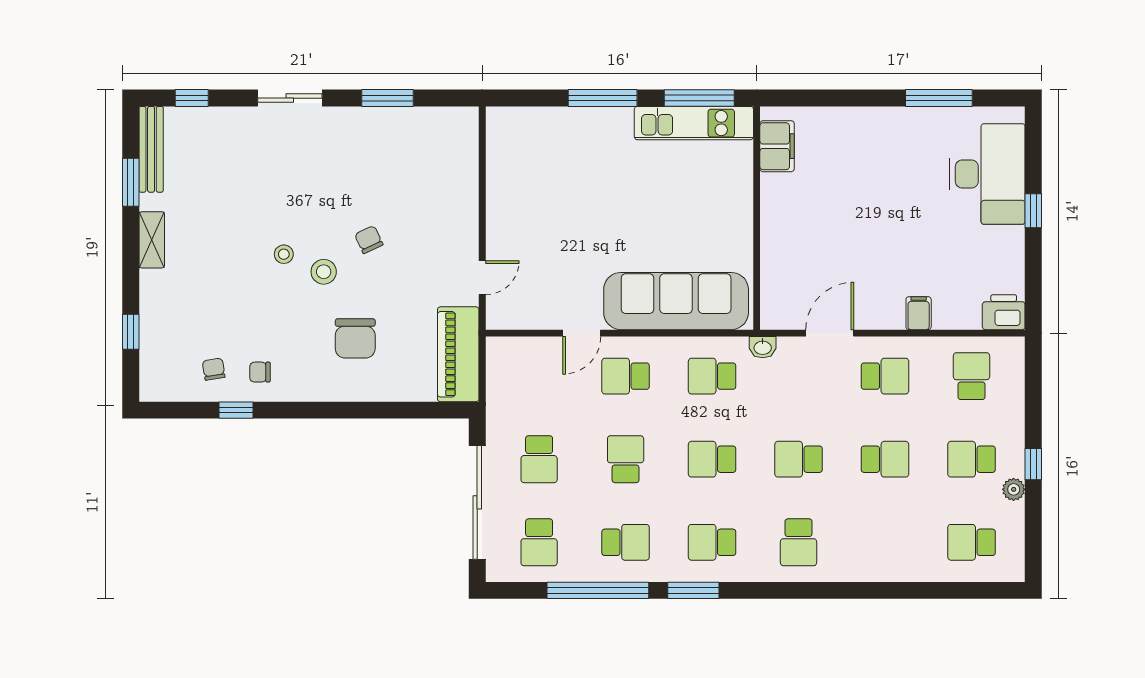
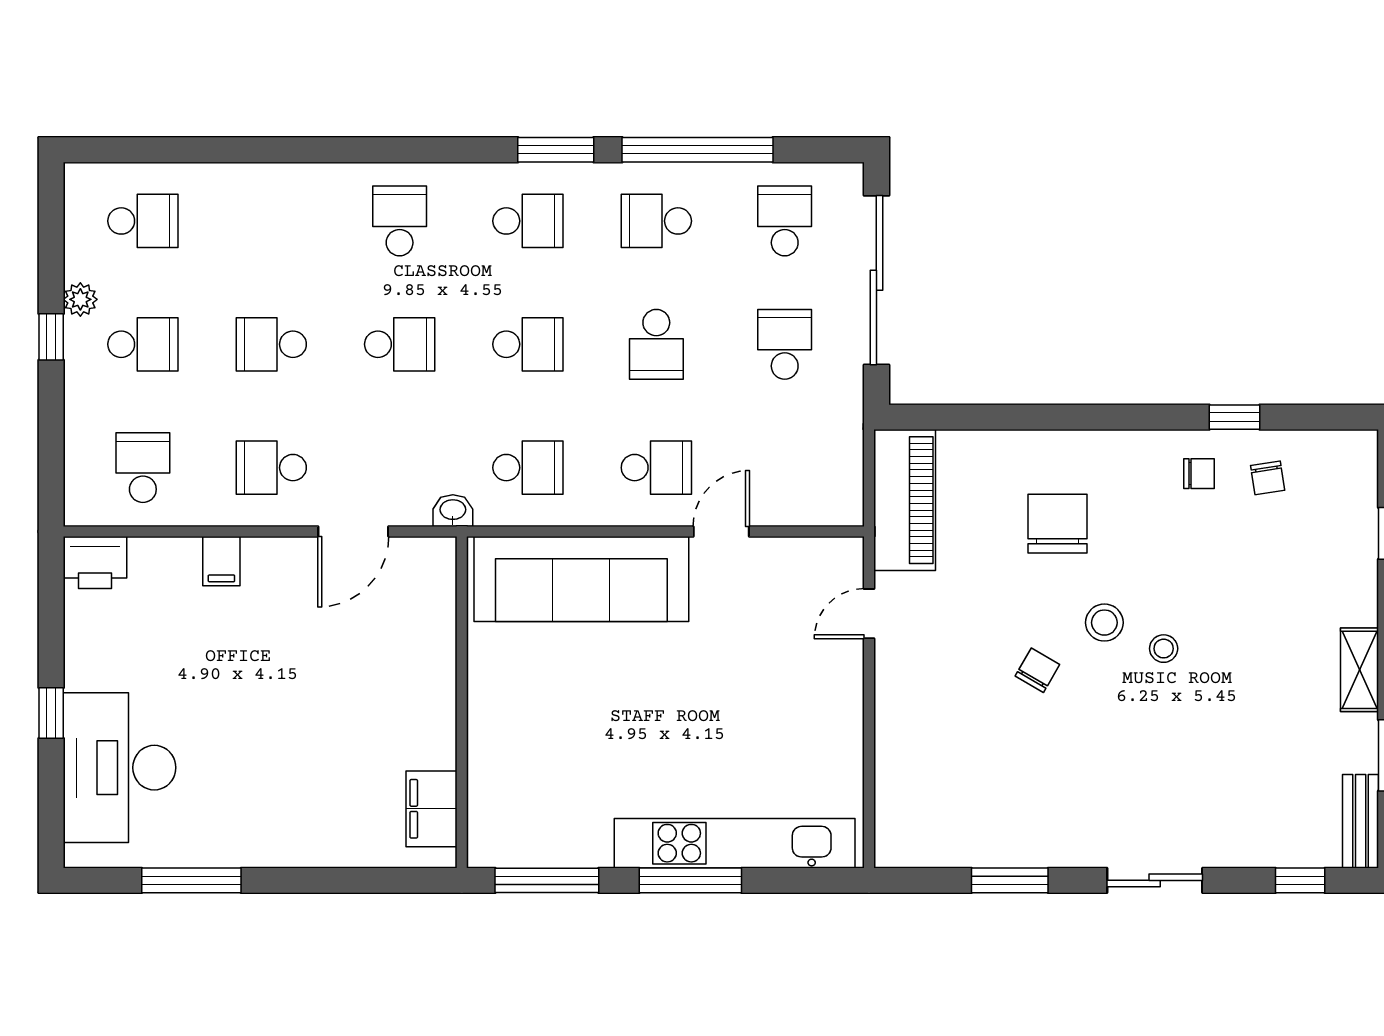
kitchen unit: (694, 123) -> (735, 843), moved, width x1.36
bench: (151, 149) -> (1361, 821), width x0.73
chair: (369, 240) -> (1037, 670), turned -125
school desk: (971, 376) -> (143, 468), turned 180

